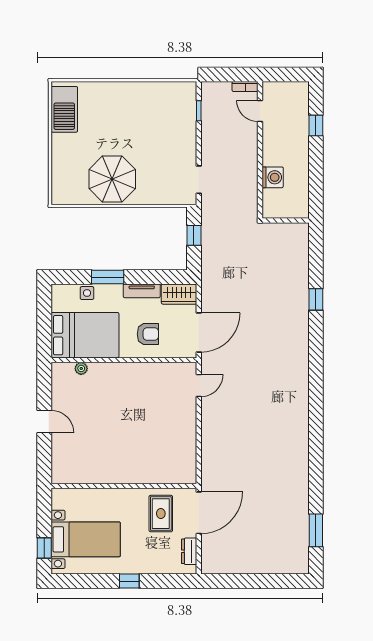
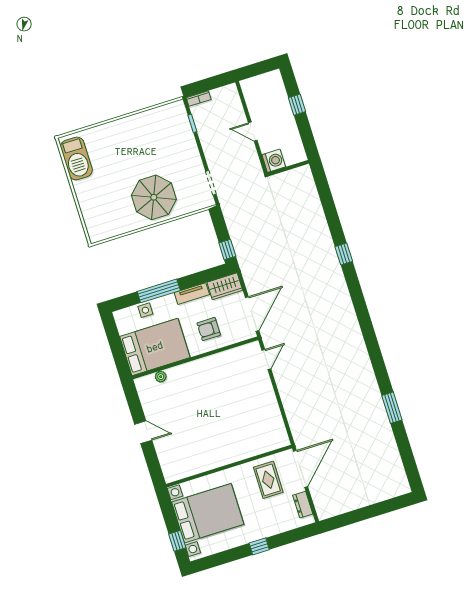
bookcase: (245, 86) -> (199, 99), moved
door: (260, 111) -> (253, 132), moved
parasol: (112, 179) -> (154, 197), moved
wall: (286, 220) -> (288, 168), moved
window: (194, 235) -> (227, 249), moved
window: (108, 277) -> (159, 291), width x1.44
armchair: (148, 334) -> (209, 329), turned 180
window: (316, 530) -> (392, 408), moved
bed with nightstands: (86, 539) -> (208, 513), width x1.36

